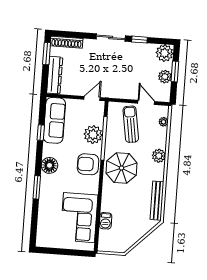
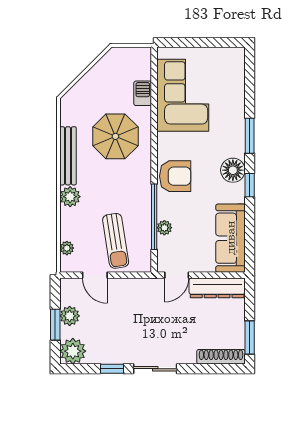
dresser: (55, 75) -> (217, 288), moved, turned -90
window: (41, 133) -> (250, 185), moved
plant: (93, 135) -> (164, 228), width x0.53, depth x0.53
parasol: (121, 168) -> (115, 136), moved
bench: (157, 201) -> (68, 156), moved

